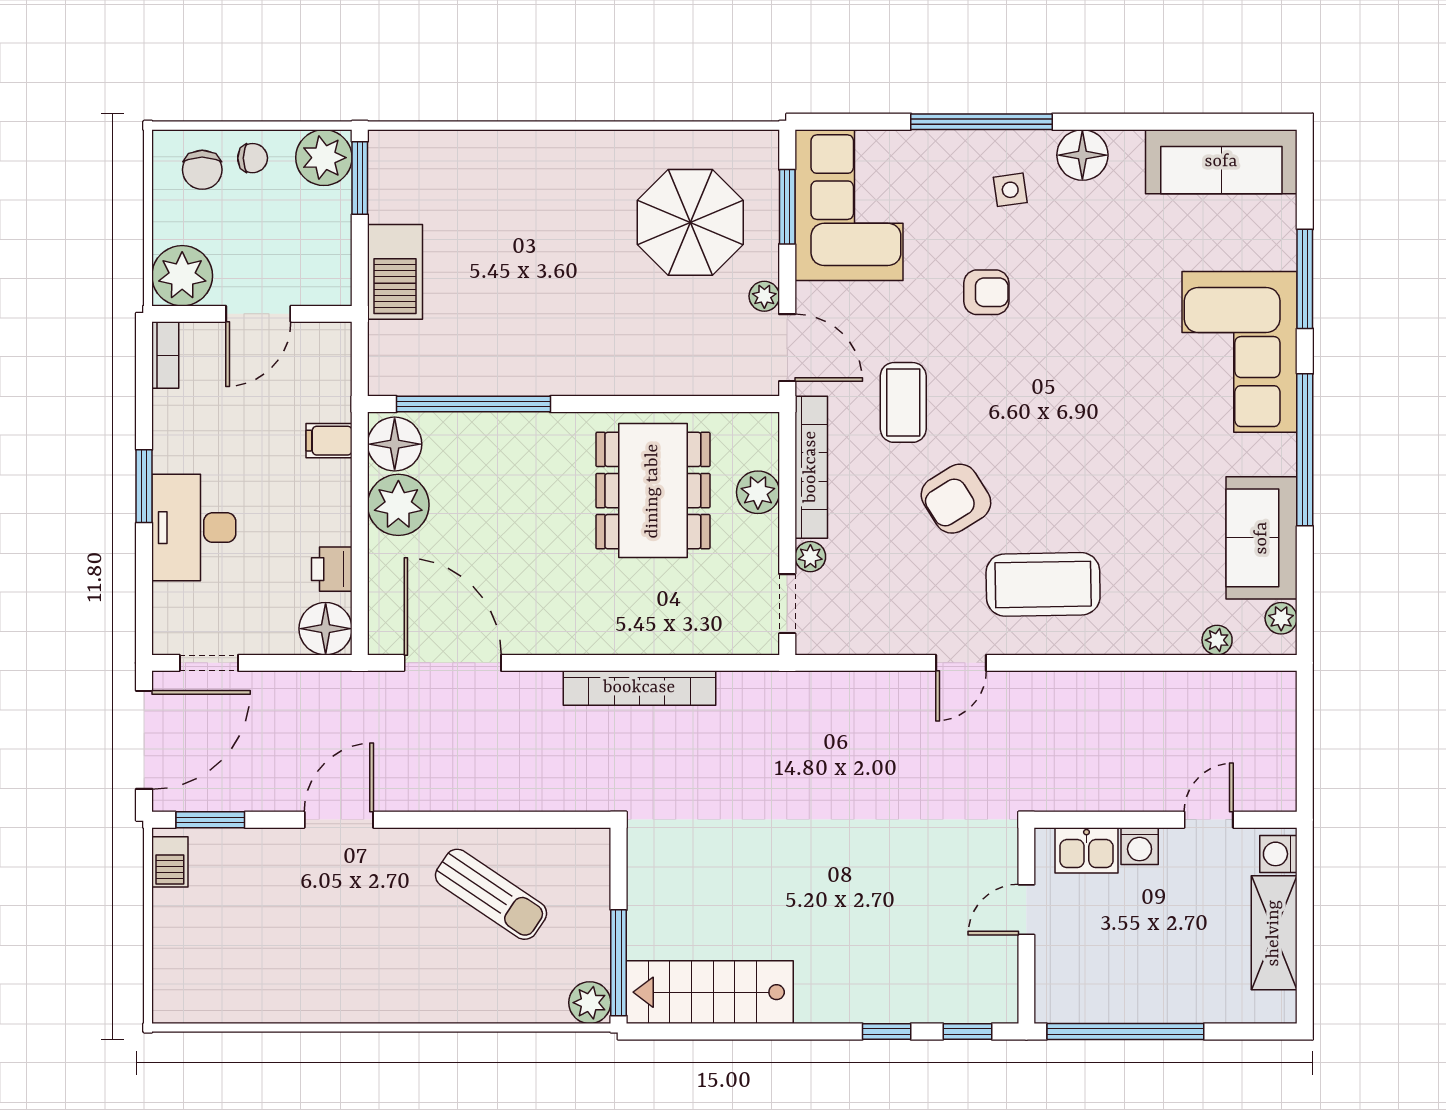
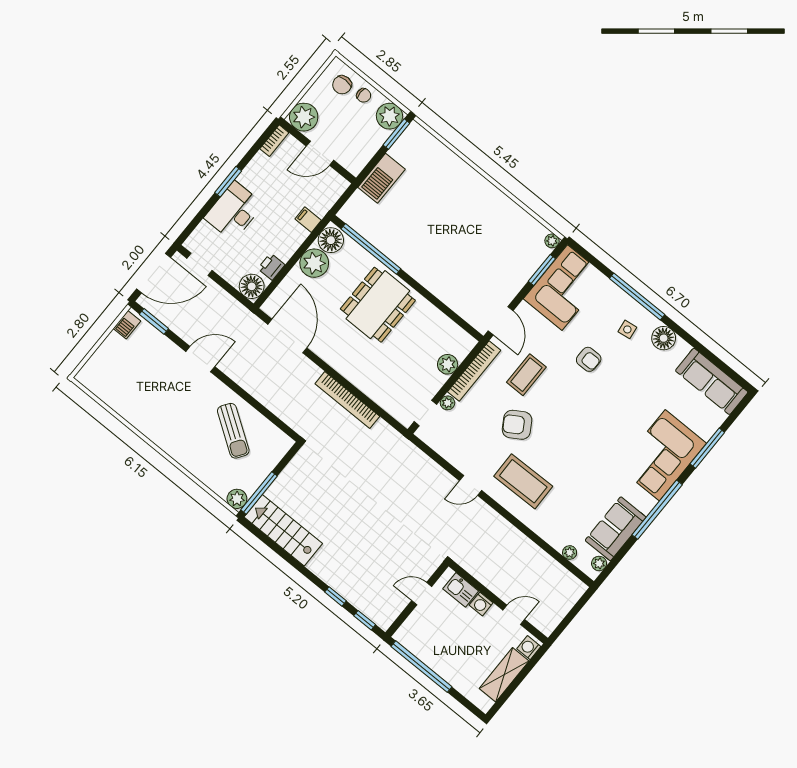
parasol: (690, 222) -> (502, 247), removed
plant: (764, 296) -> (552, 241), moved
dining table: (653, 491) -> (378, 305), moved

